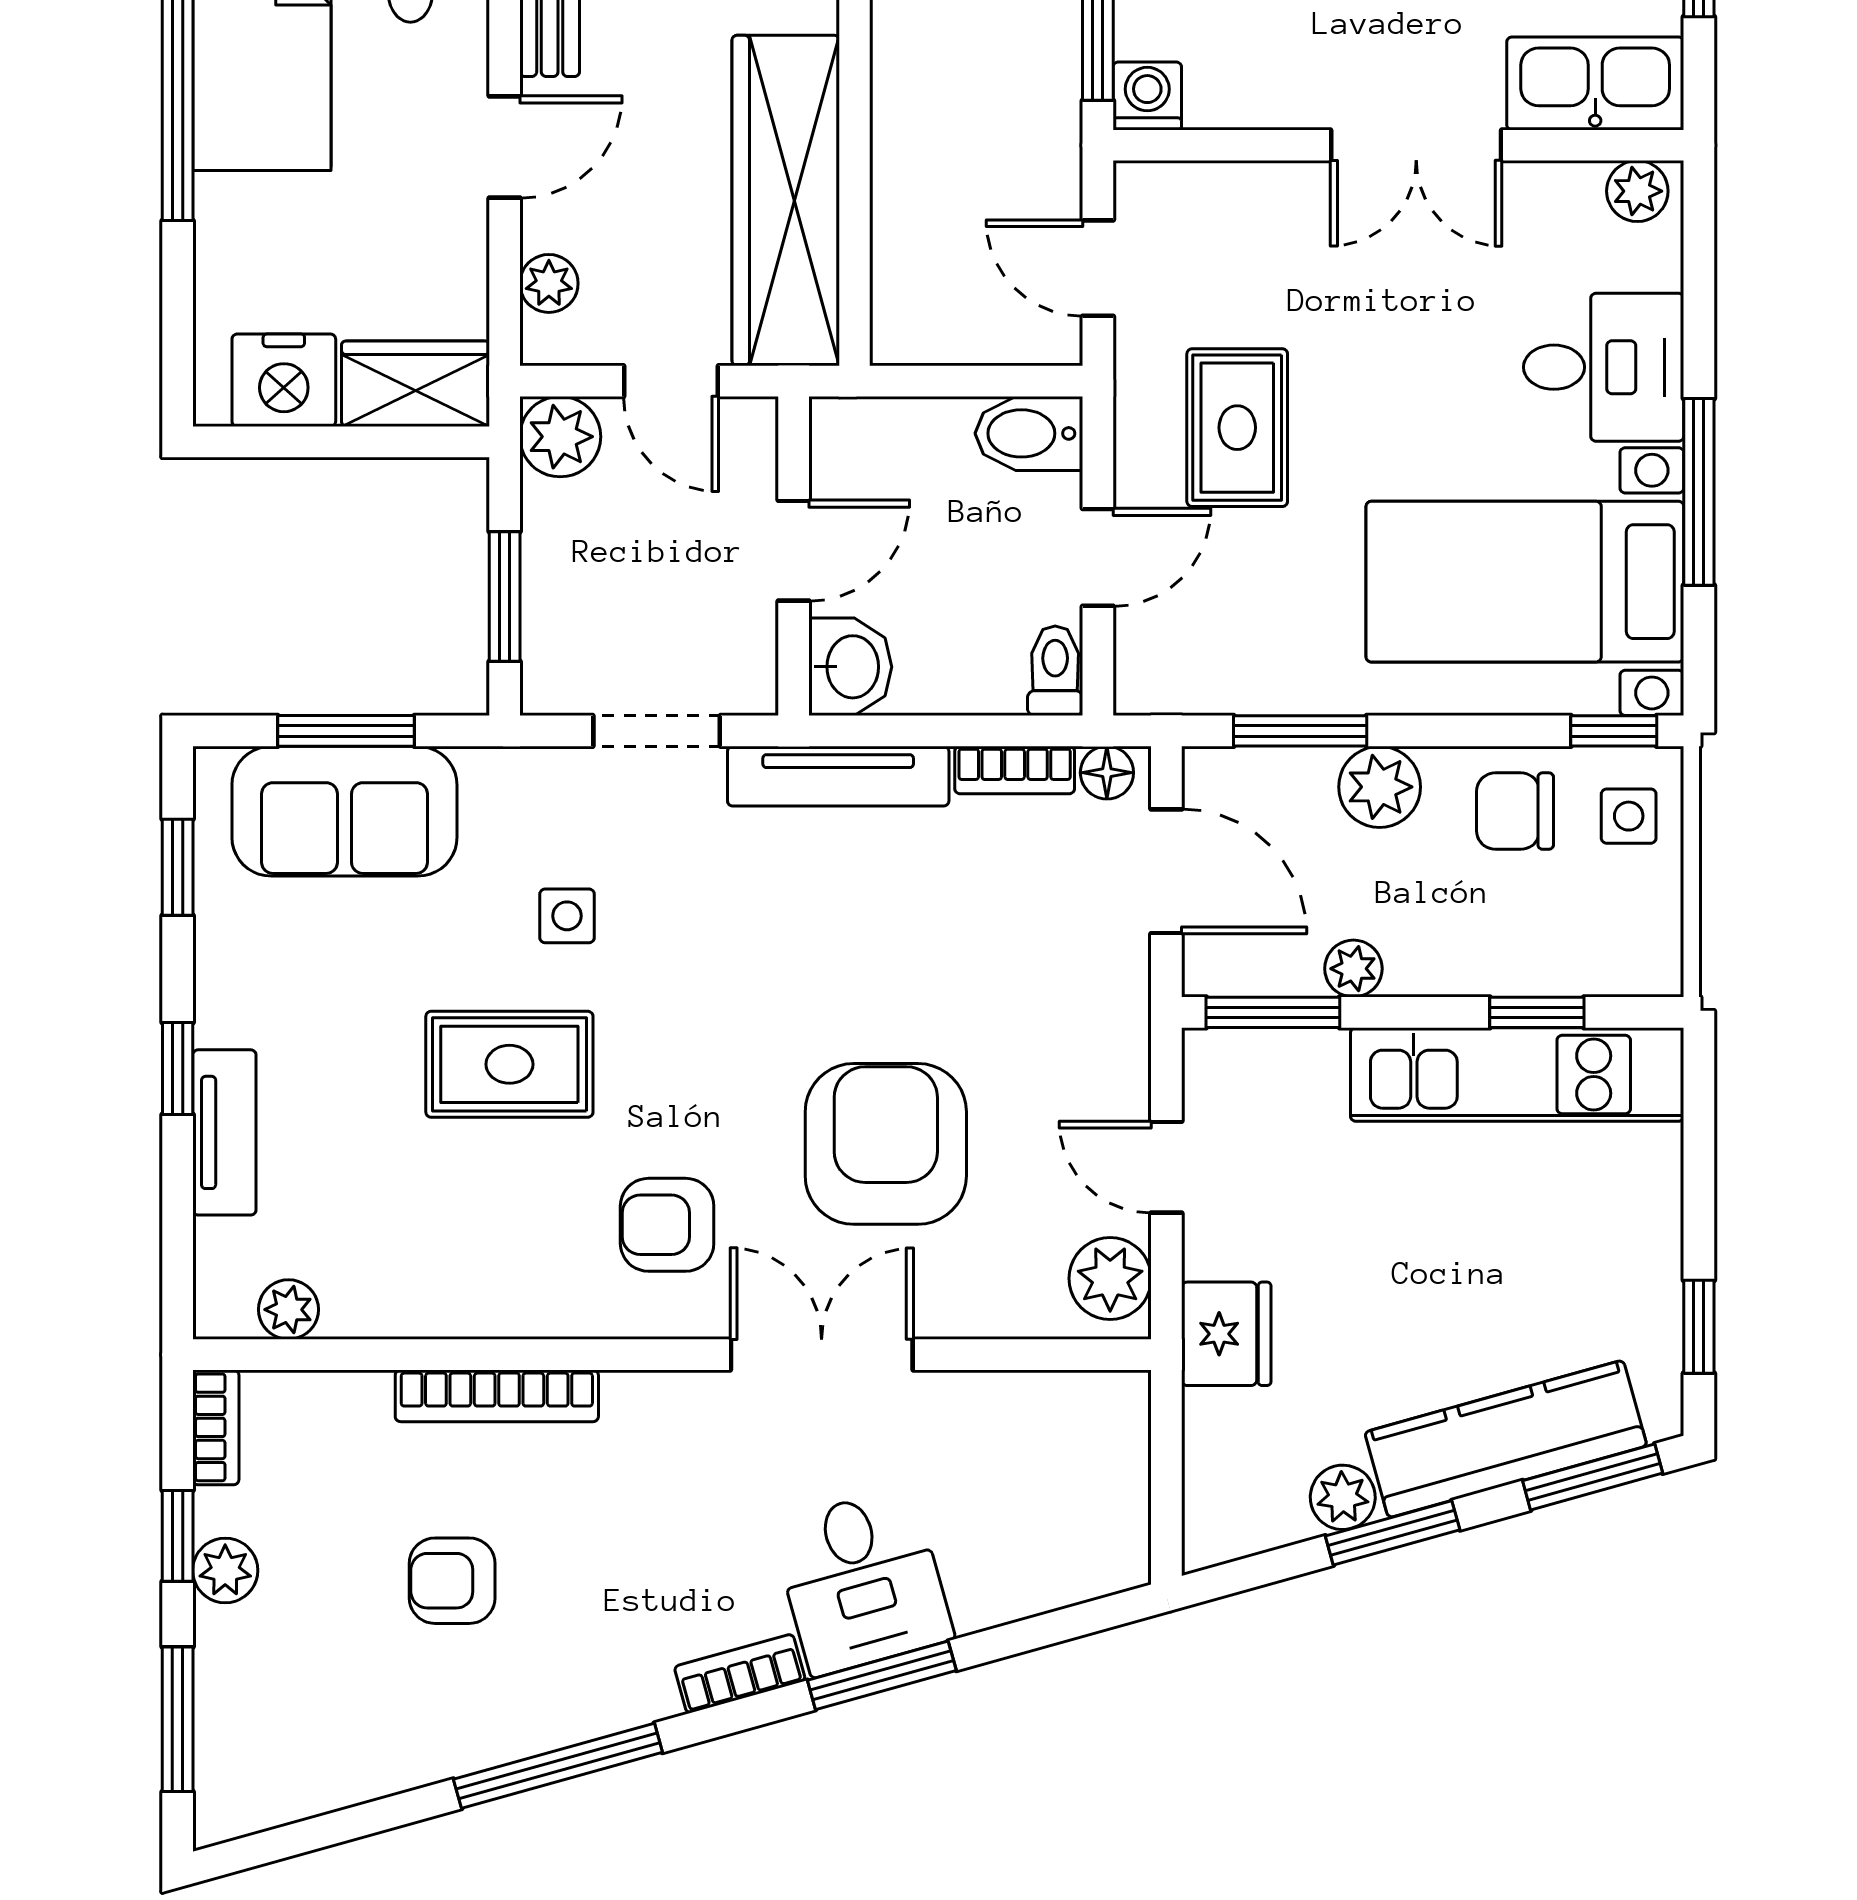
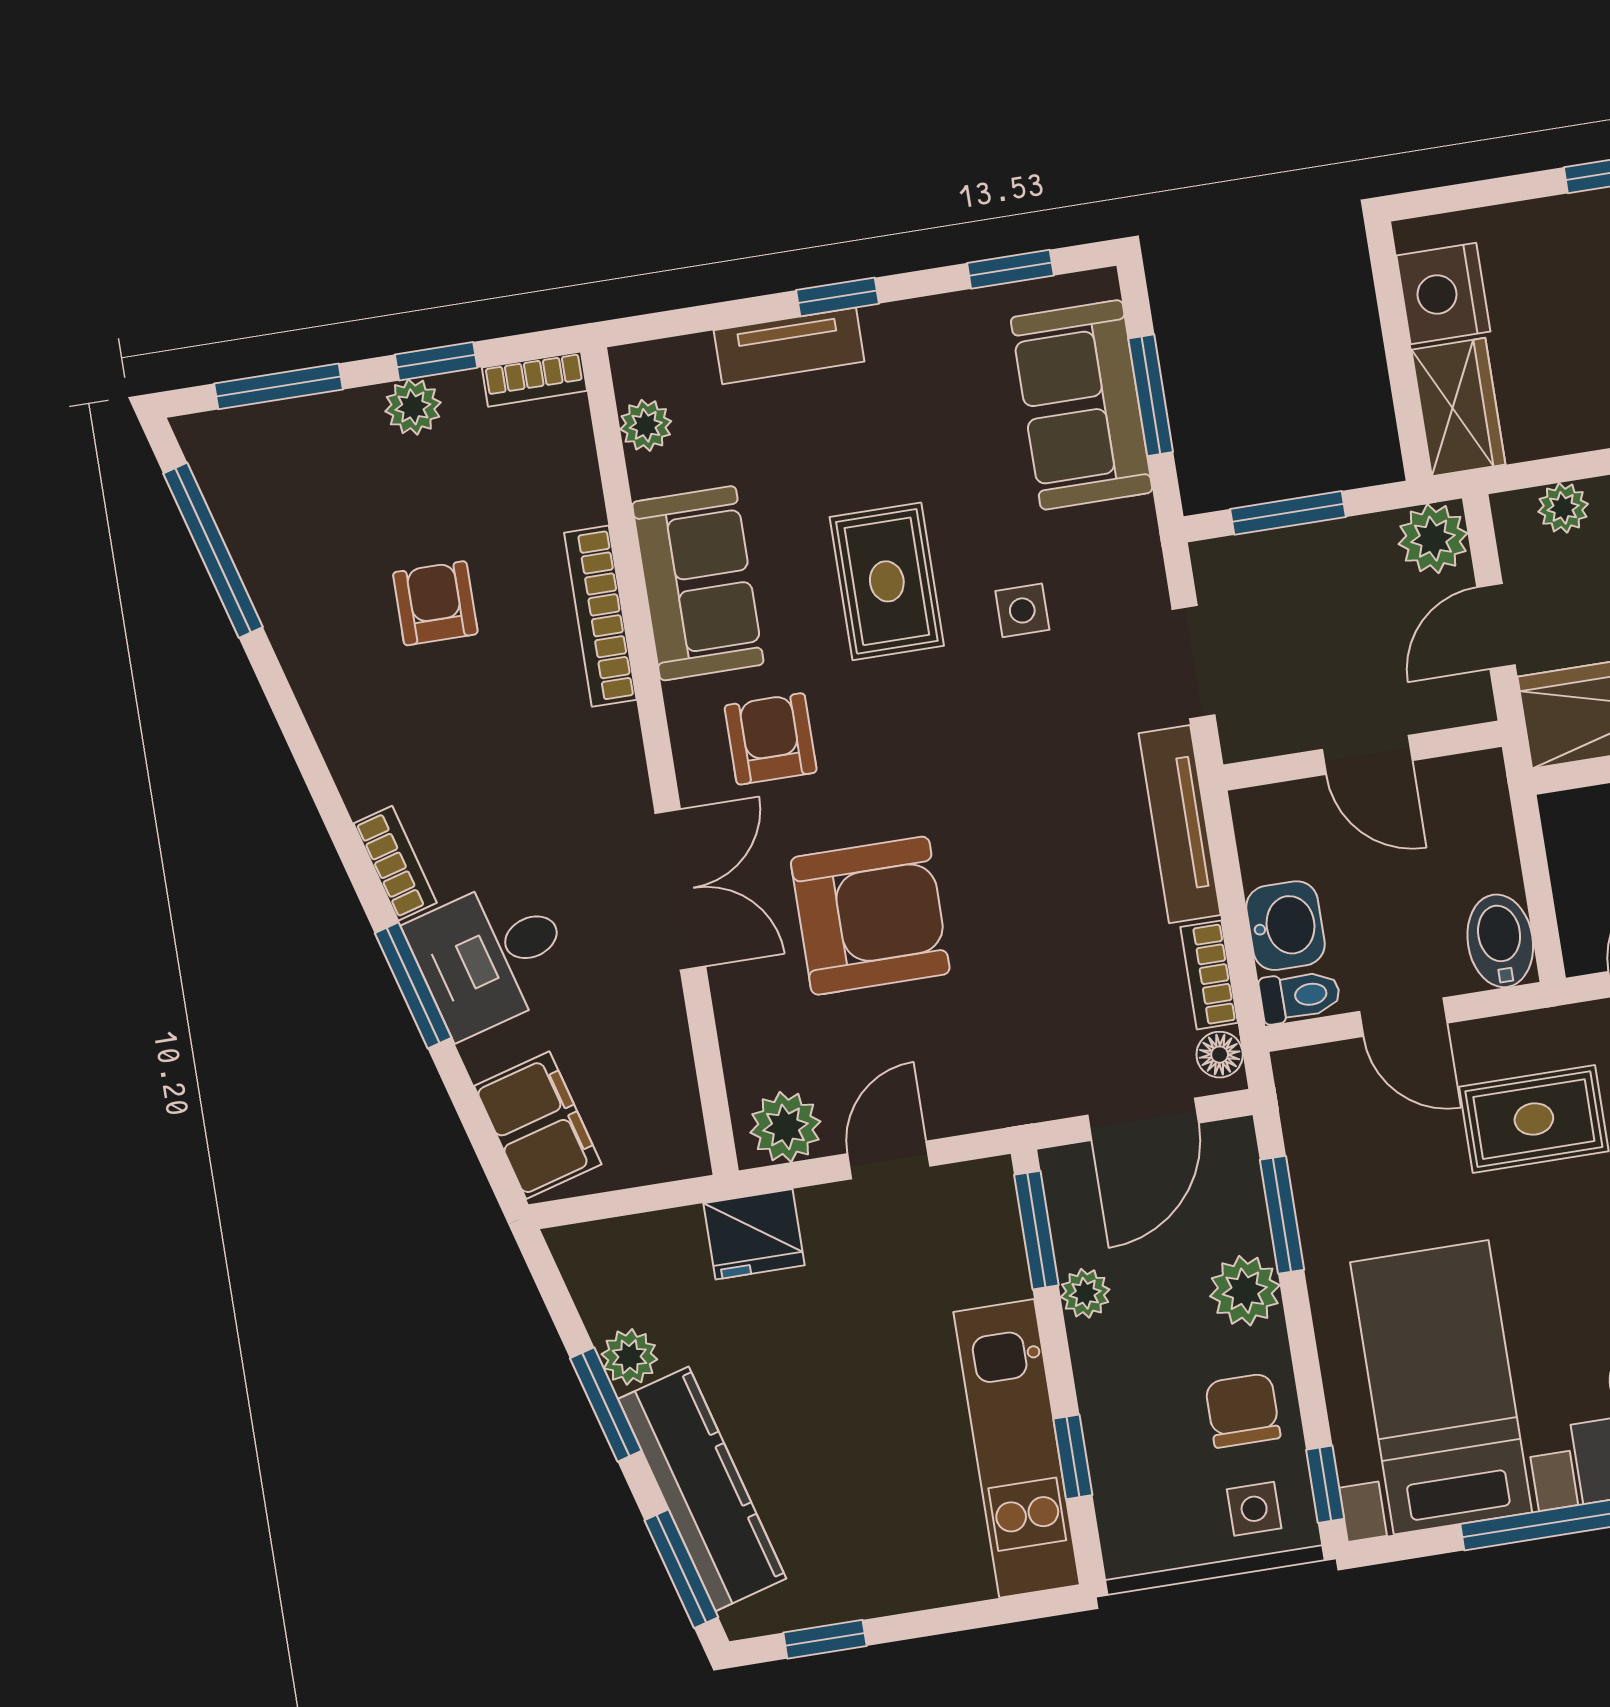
washbasin: (850, 667) -> (1286, 926), moved, turned -90
sofa: (477, 1279) -> (698, 583), added
filing cabinet: (1063, 1559) -> (538, 1125), added
window: (558, 1766) -> (213, 550), moved

